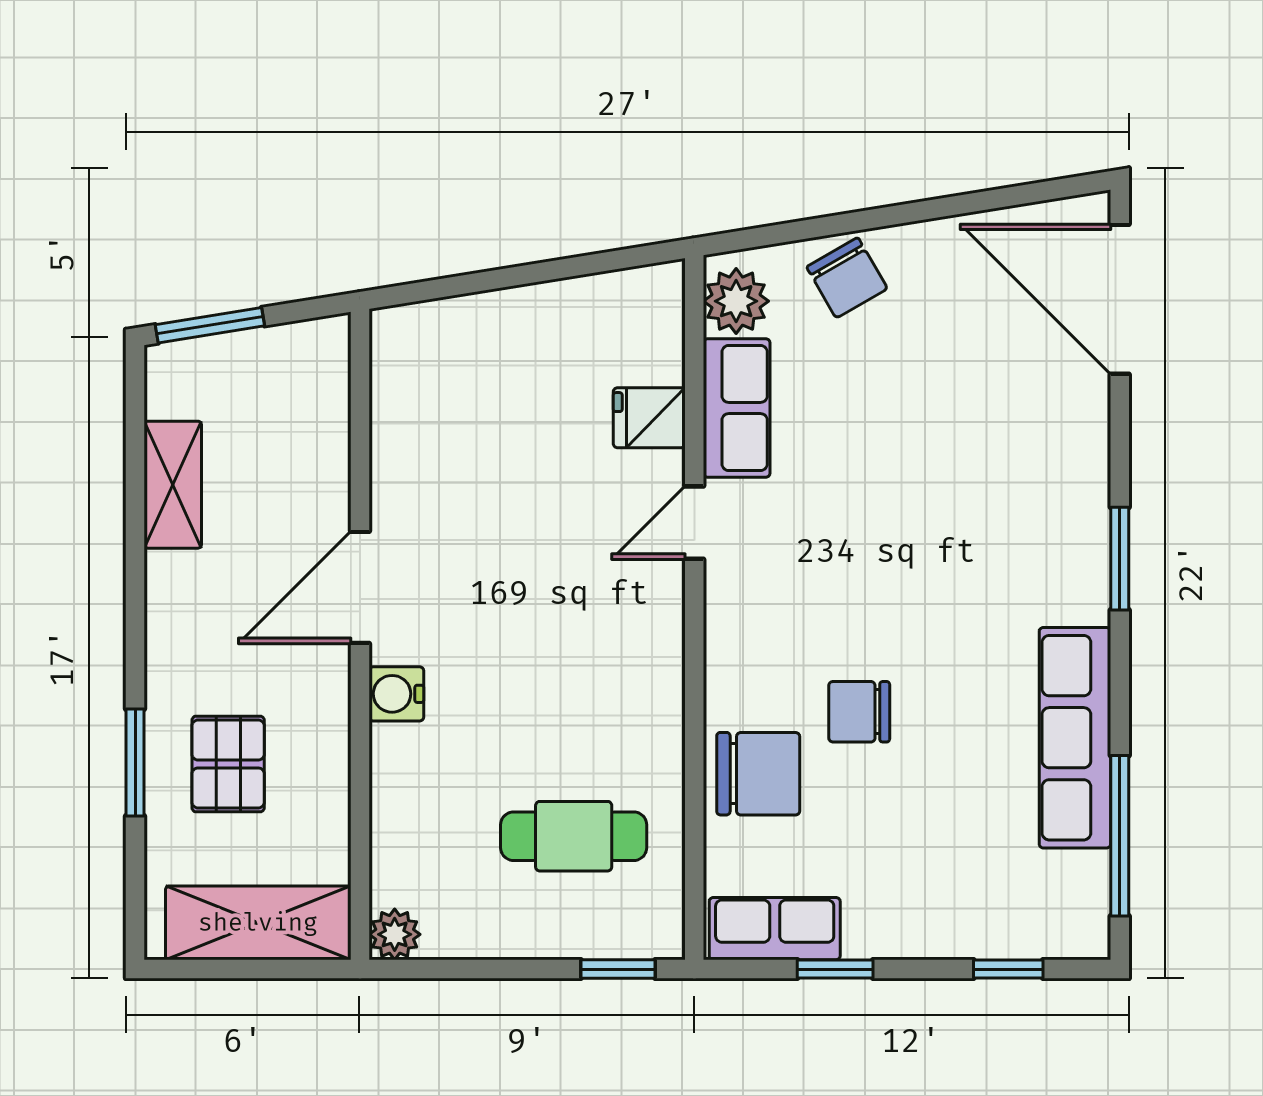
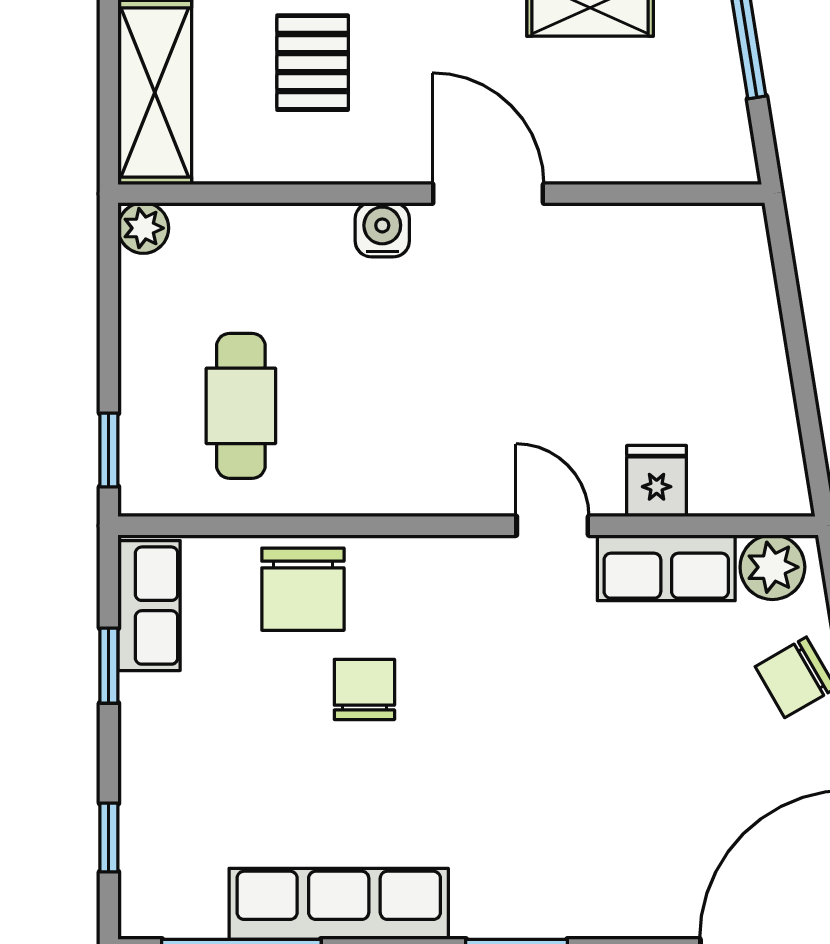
pallet: (228, 764) -> (313, 63), turned 90

